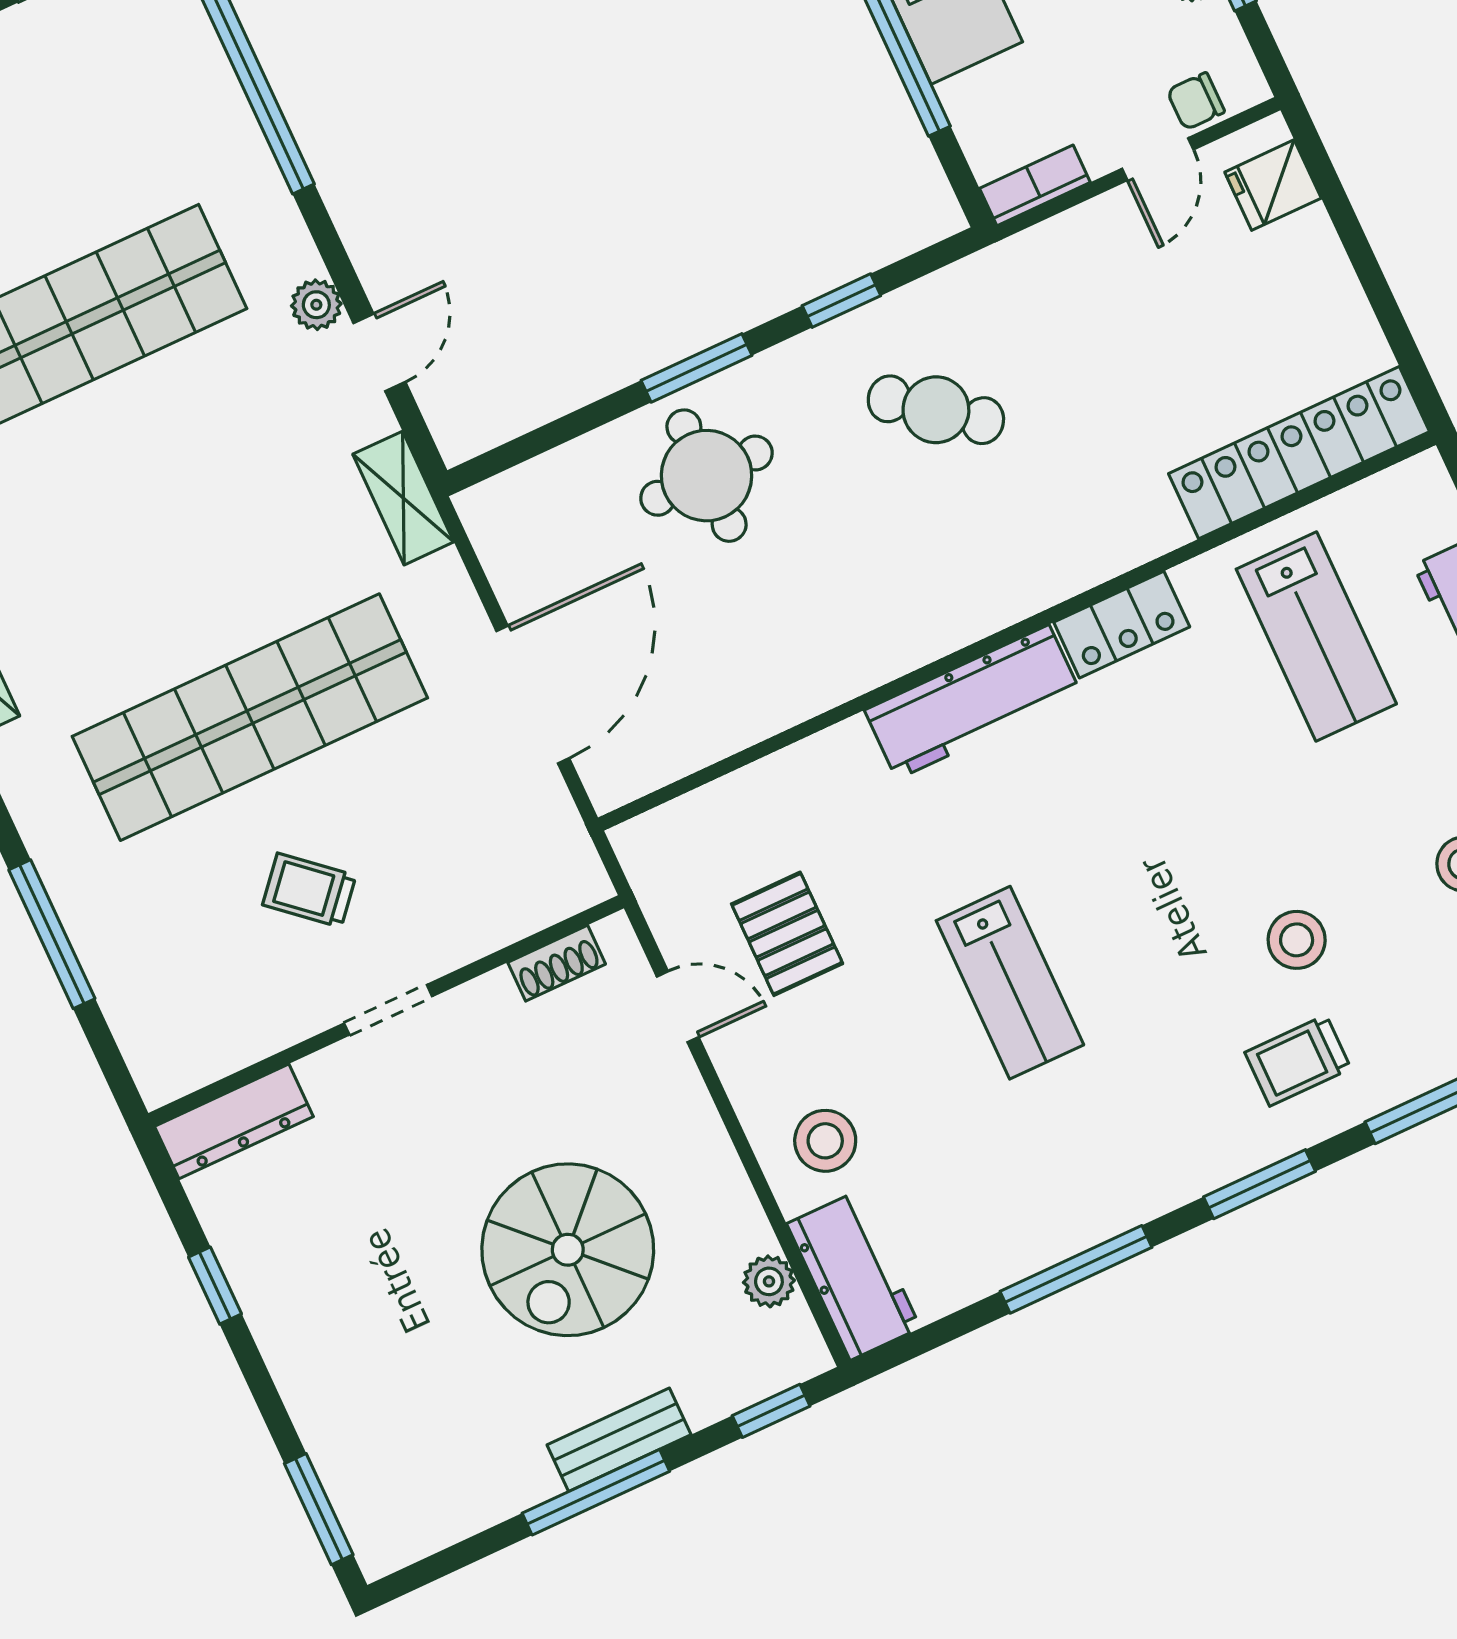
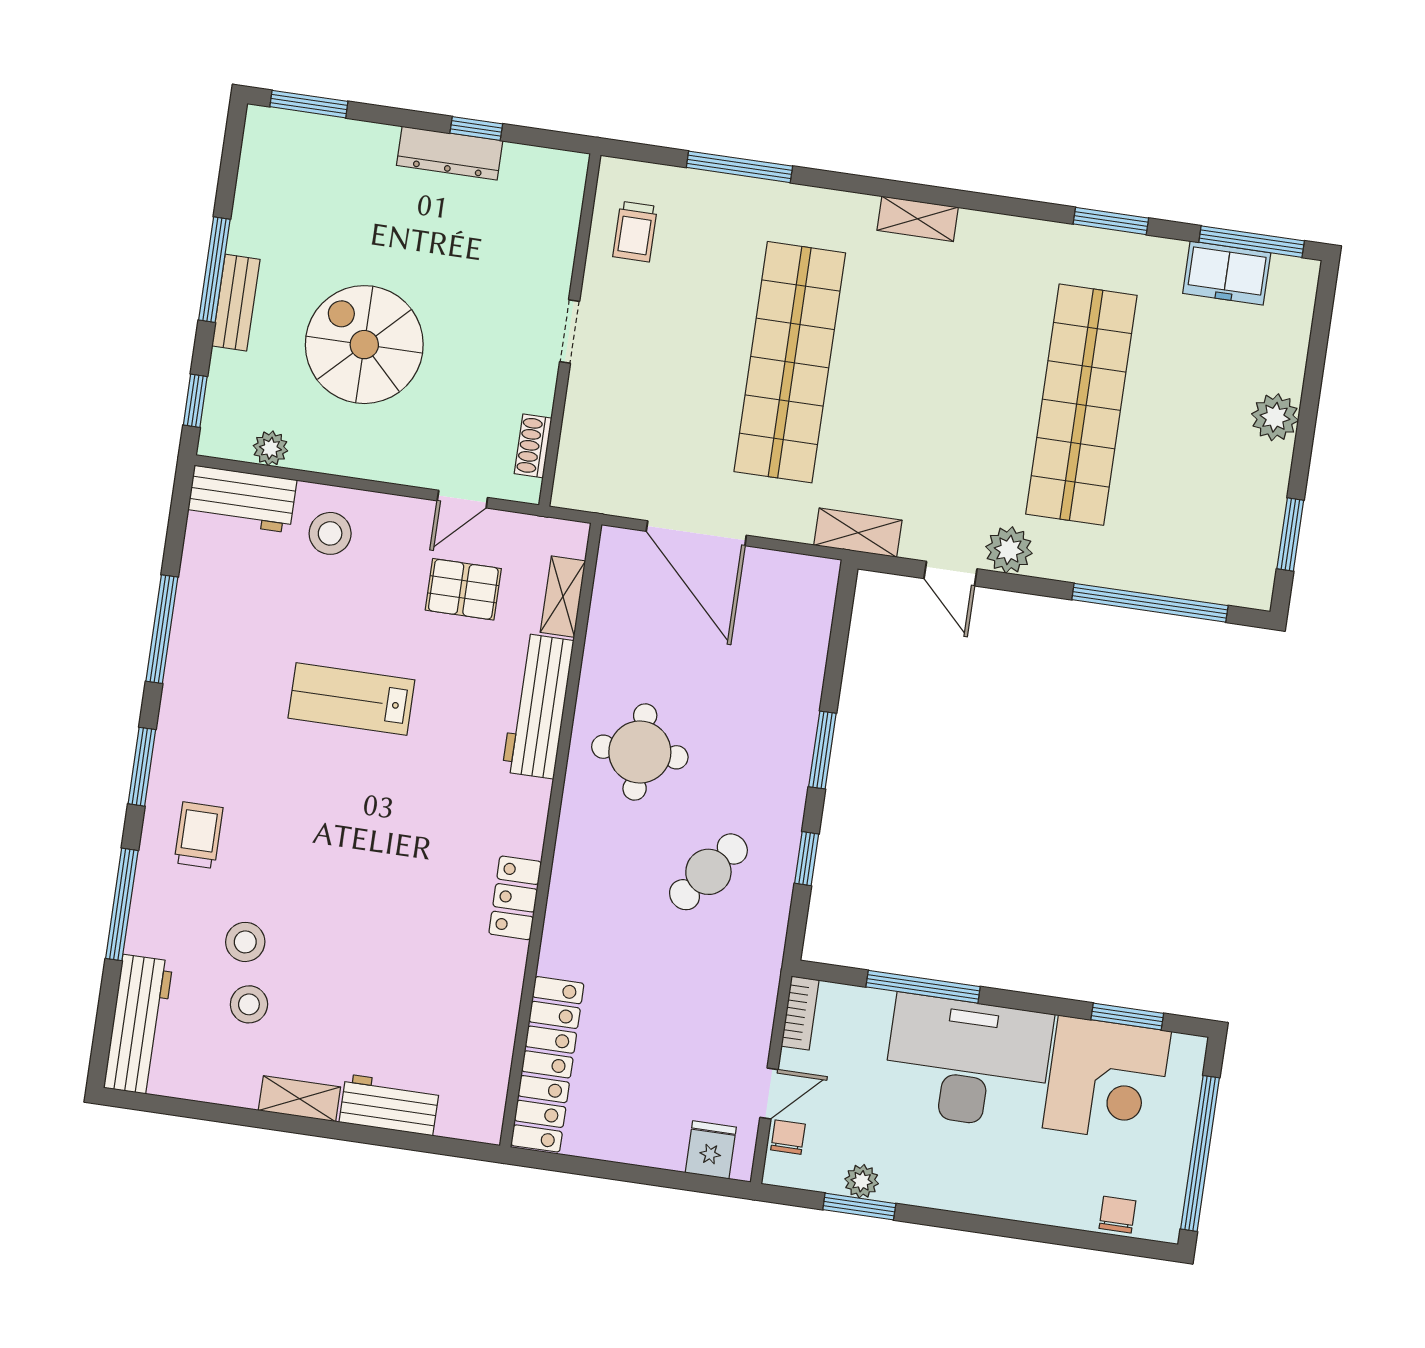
door: (1158, 159) -> (769, 1093), swing flipped
plant: (316, 305) -> (1009, 550), width x1.38, depth x1.38
round table: (706, 476) -> (640, 752), moved
lab bench: (1316, 637) -> (435, 1005), removed
workbench: (973, 702) -> (538, 706), moved
shelving: (716, 807) -> (563, 597), added
trolley: (309, 890) -> (635, 232), moved, turned 139
stool: (1297, 940) -> (245, 942), moved
dresser: (234, 1121) -> (450, 153), moved, turned -90

